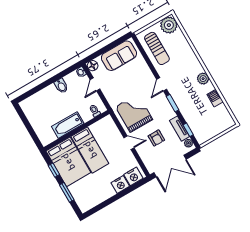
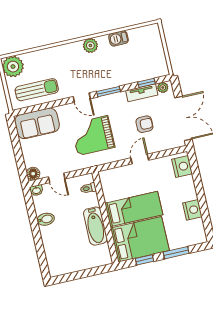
sofa: (119, 56) -> (37, 123), moved, turned 90
grand piano: (134, 113) -> (93, 136), moved
nightstand: (120, 184) -> (192, 210), moved

